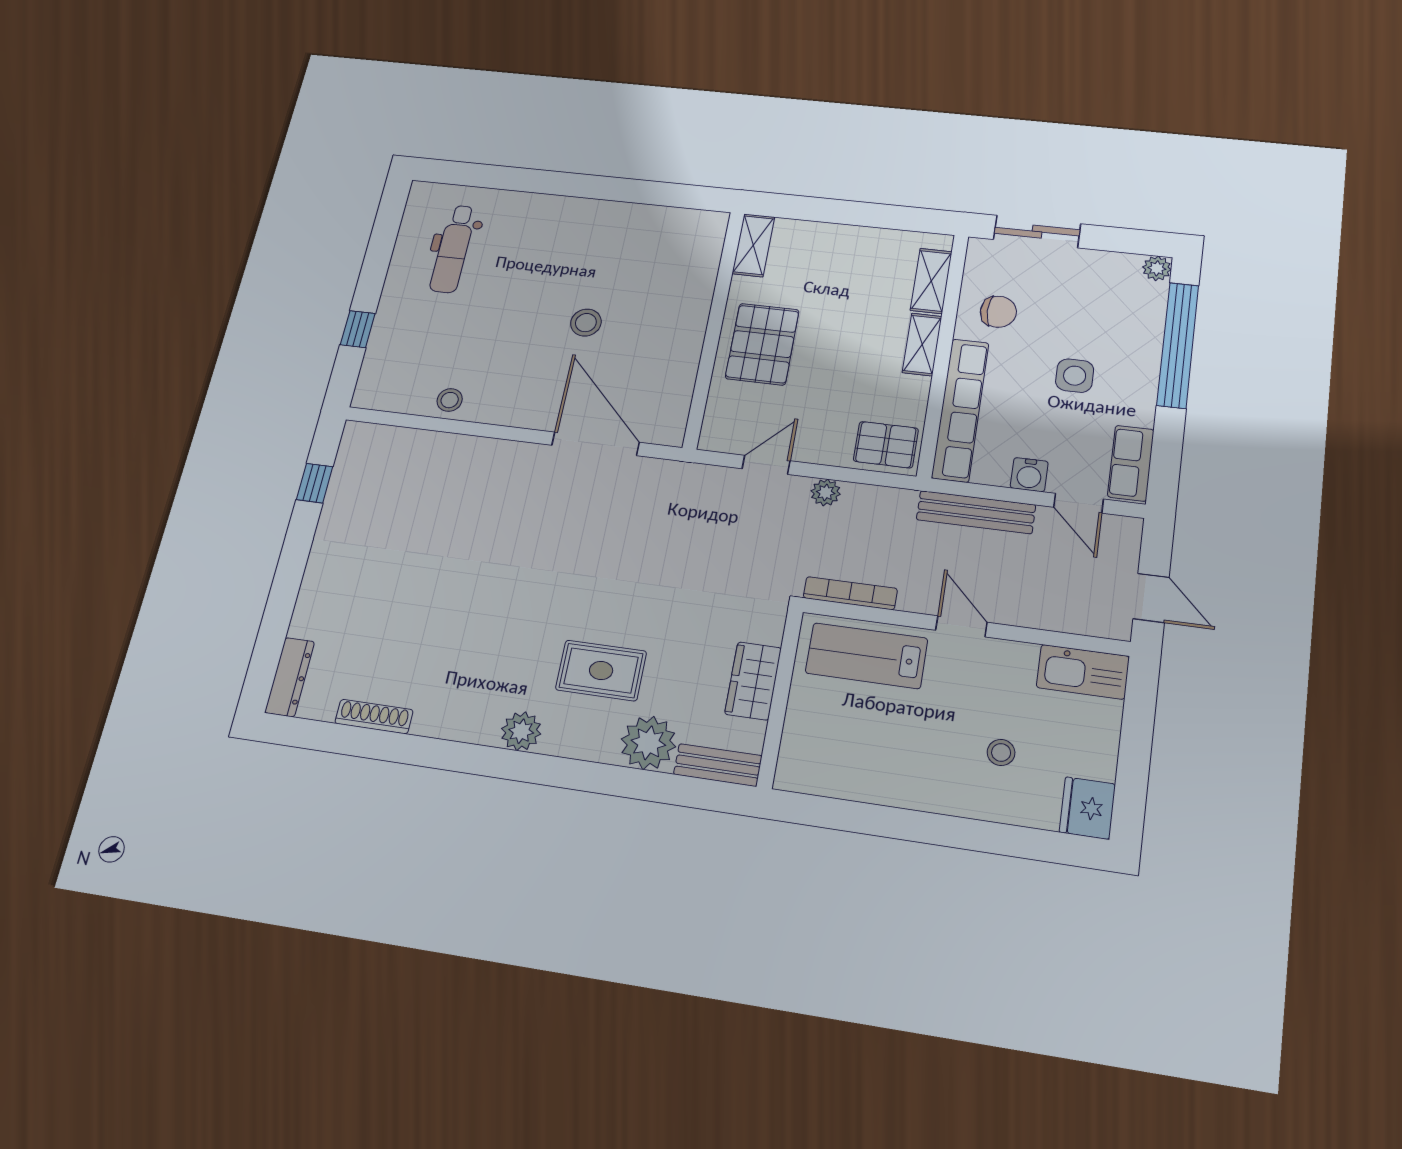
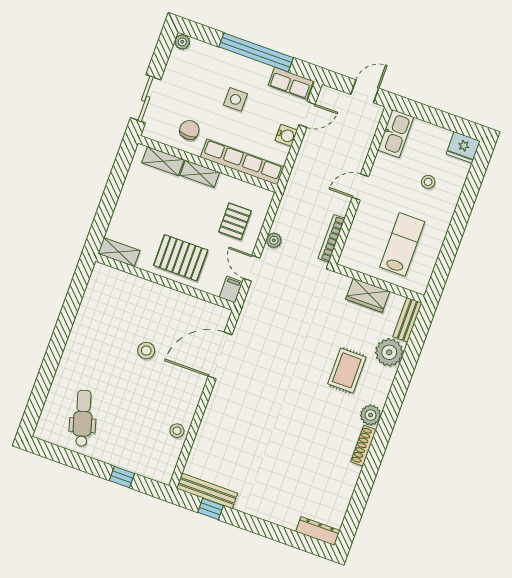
dental chair: (453, 249) -> (83, 418), turned -106
window: (1178, 345) -> (256, 52), moved
filing cabinet: (720, 438) -> (231, 290), added
pallet: (886, 445) -> (235, 221), moved
bench: (976, 512) -> (207, 491), moved, turned 90
lab bench: (866, 656) -> (402, 244), moved, turned 180
shoe rack: (374, 717) -> (363, 446), moved

